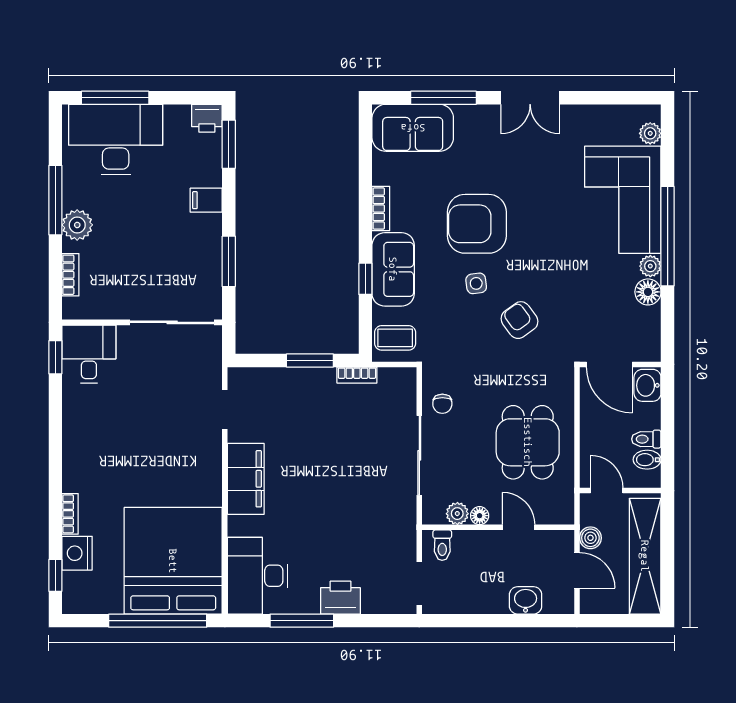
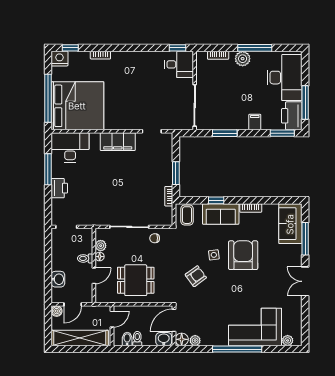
window: (115, 98) -> (305, 102), moved
printer: (207, 118) -> (292, 116), width x1.87, depth x1.48
plant: (650, 266) -> (195, 341), moved
floor lamp: (648, 292) -> (182, 339), moved
boiler: (590, 538) -> (57, 311), moved
toilet: (442, 545) -> (85, 258), moved
nightstand: (77, 553) -> (60, 59), moved

